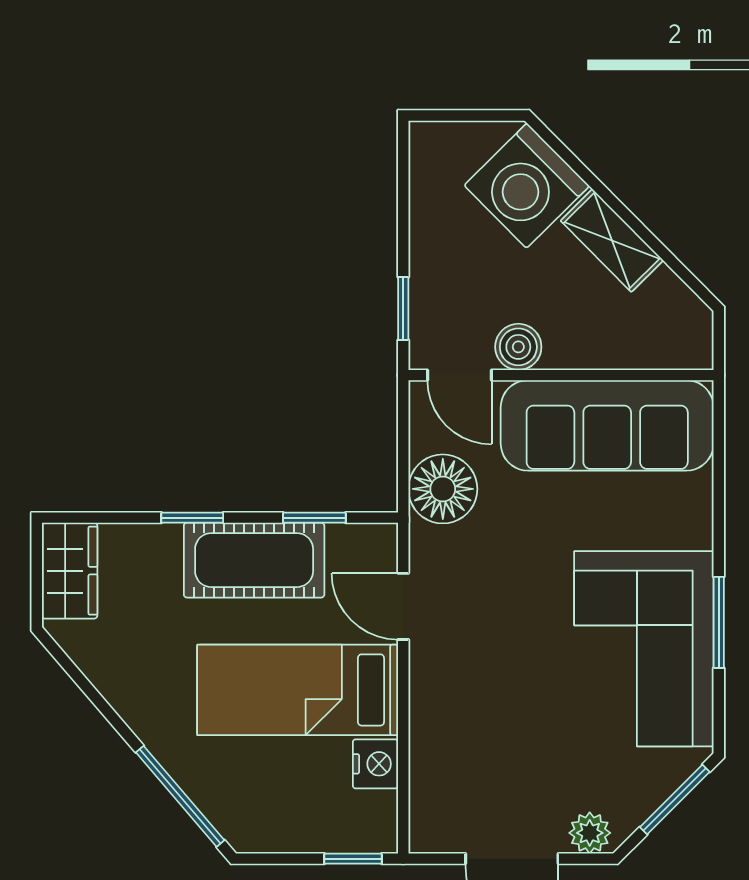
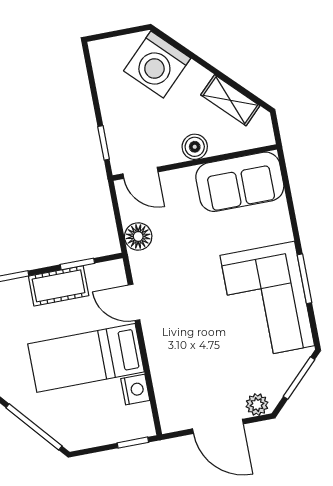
shelving: (612, 240) -> (230, 100), moved
boiler: (518, 347) -> (195, 147), moved
sofa: (607, 425) -> (240, 182), width x0.73
floor lamp: (443, 489) -> (138, 236), width x0.73, depth x0.73
cot: (254, 560) -> (59, 286), width x0.73, depth x0.75

